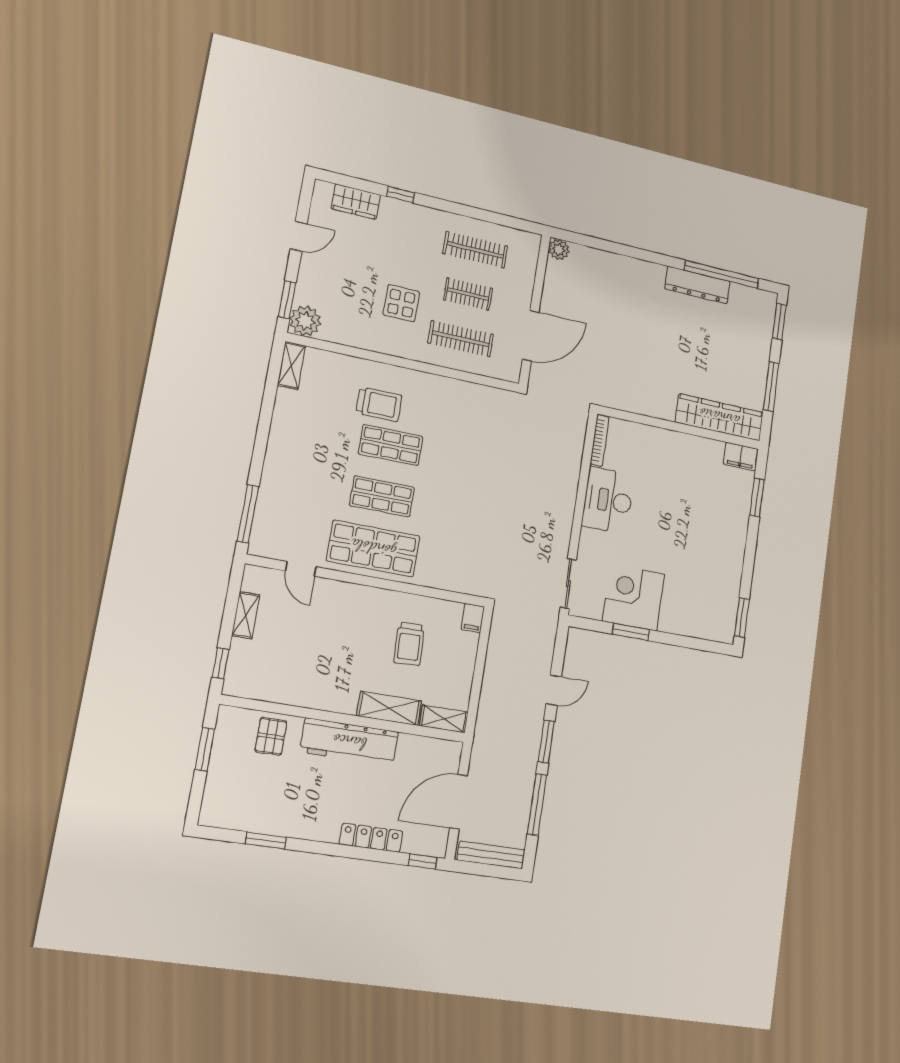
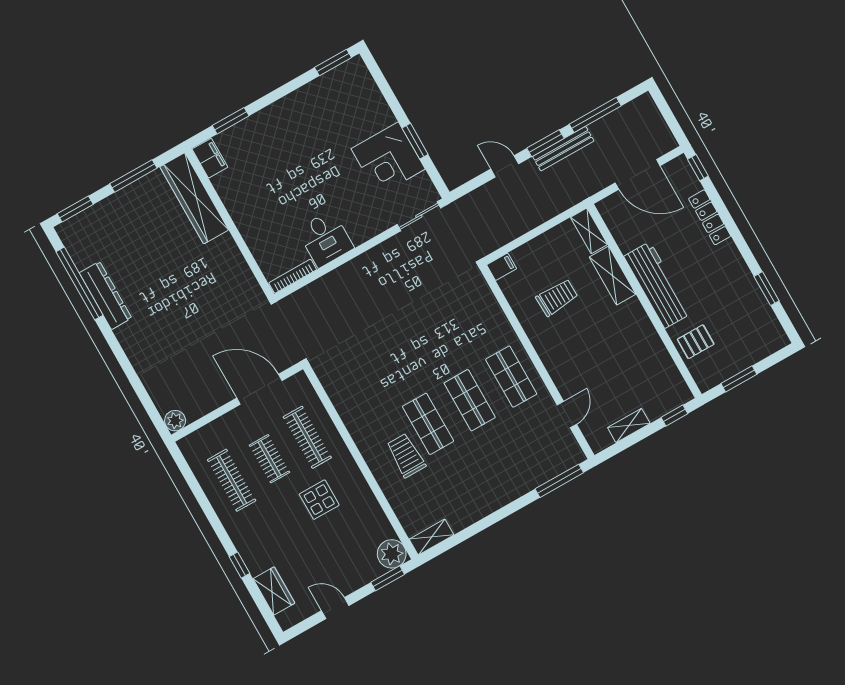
desk: (608, 500) -> (325, 239), width x0.73
shop shelf: (373, 548) -> (511, 377), width x0.70, depth x0.74
bench: (491, 855) -> (563, 149), moved, turned 90

